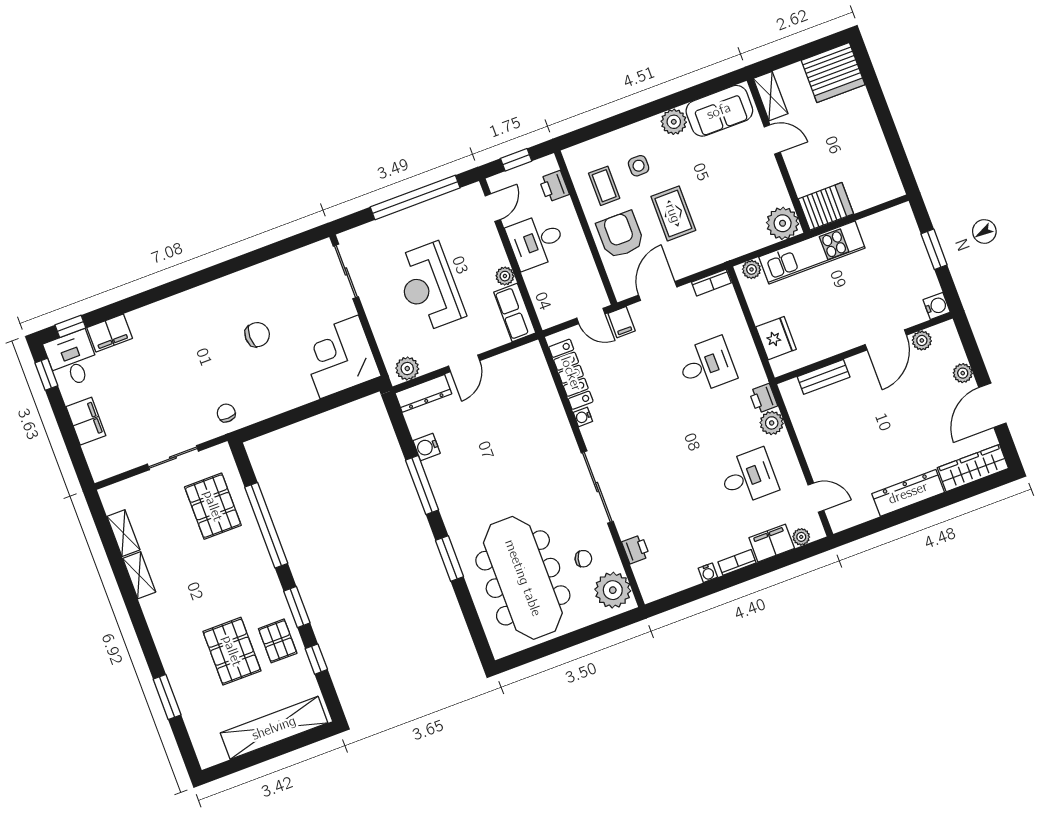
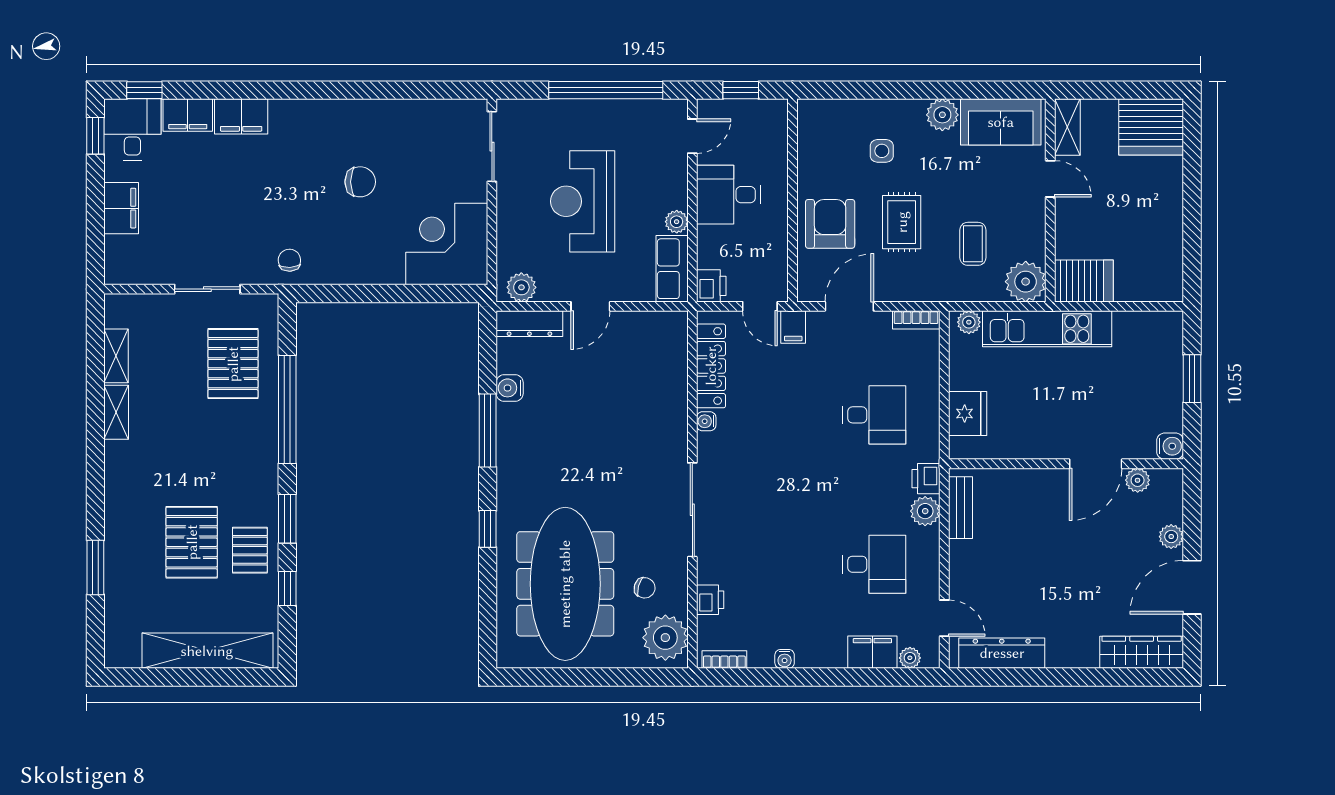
printer: (554, 186) -> (711, 286), moved, turned 180
coffee table: (604, 186) -> (973, 244), moved
filing cabinet: (150, 319) -> (241, 116), added
bench: (824, 377) -> (960, 508), moved, turned 90
dresser: (908, 493) -> (1002, 653), moved
window: (450, 559) -> (488, 529), width x0.67
bookcase: (737, 562) -> (724, 660), moved

